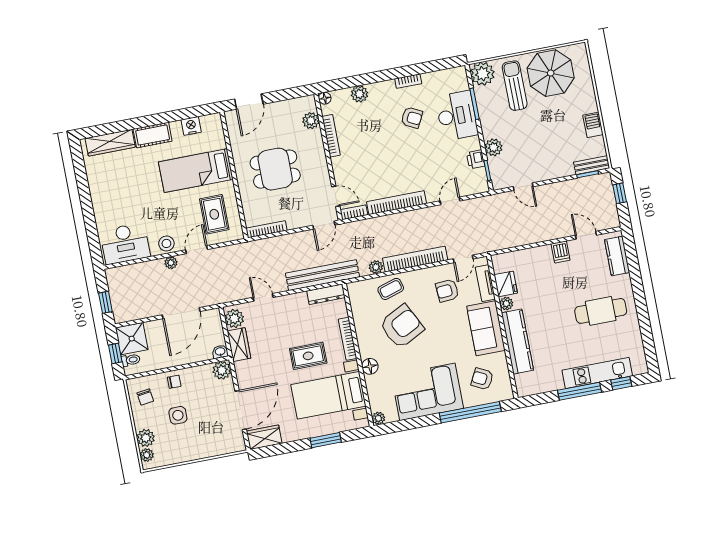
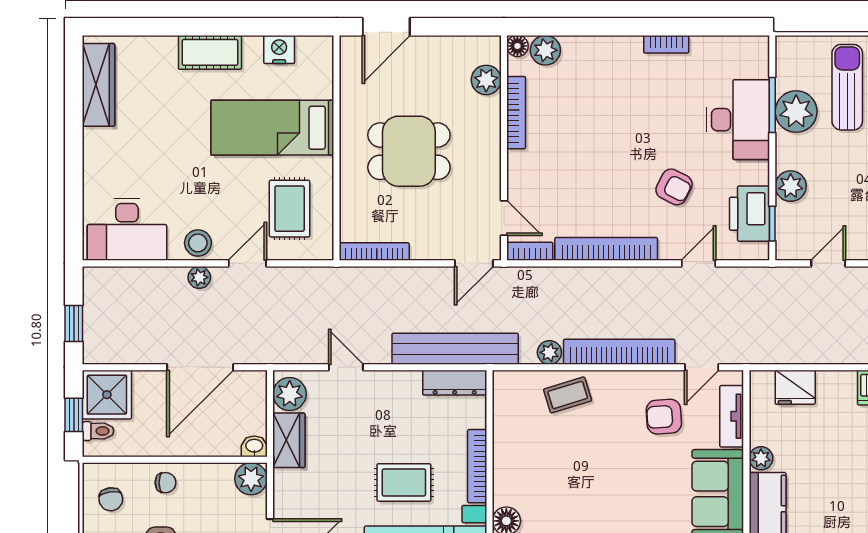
plant: (483, 74) -> (796, 112), moved
plant: (359, 94) -> (545, 50), moved
armchair: (412, 118) -> (674, 187), moved
wardrobe: (110, 143) -> (99, 85), moved, turned -90
printer: (476, 159) -> (750, 214), width x1.87, depth x1.48
door: (523, 187) -> (828, 263), swing flipped
fridge: (506, 284) -> (795, 387), moved, turned 90
armchair: (402, 326) -> (574, 463), removed

